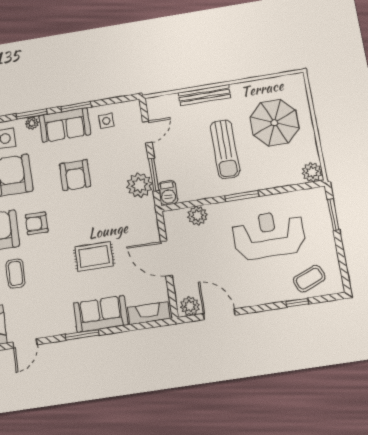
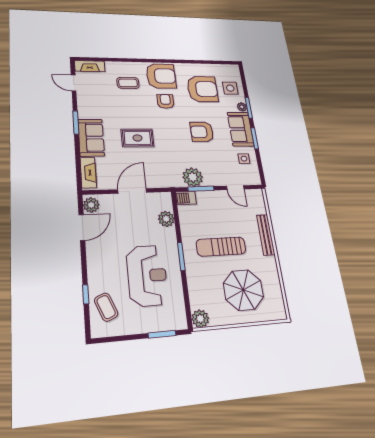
rug: (94, 256) -> (137, 138), turned 90

